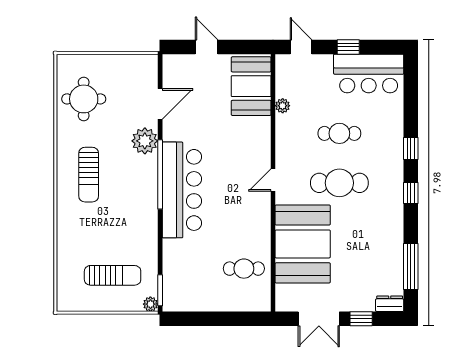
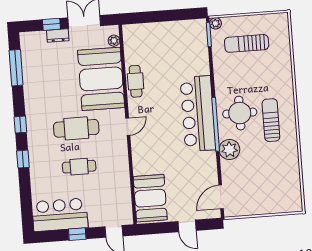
round table: (84, 99) -> (240, 113), moved
door: (160, 104) -> (221, 197), moved
plant: (283, 106) -> (114, 41), moved
cafe table: (244, 269) -> (136, 81), moved, turned 90
dresser: (390, 304) -> (58, 36), moved

